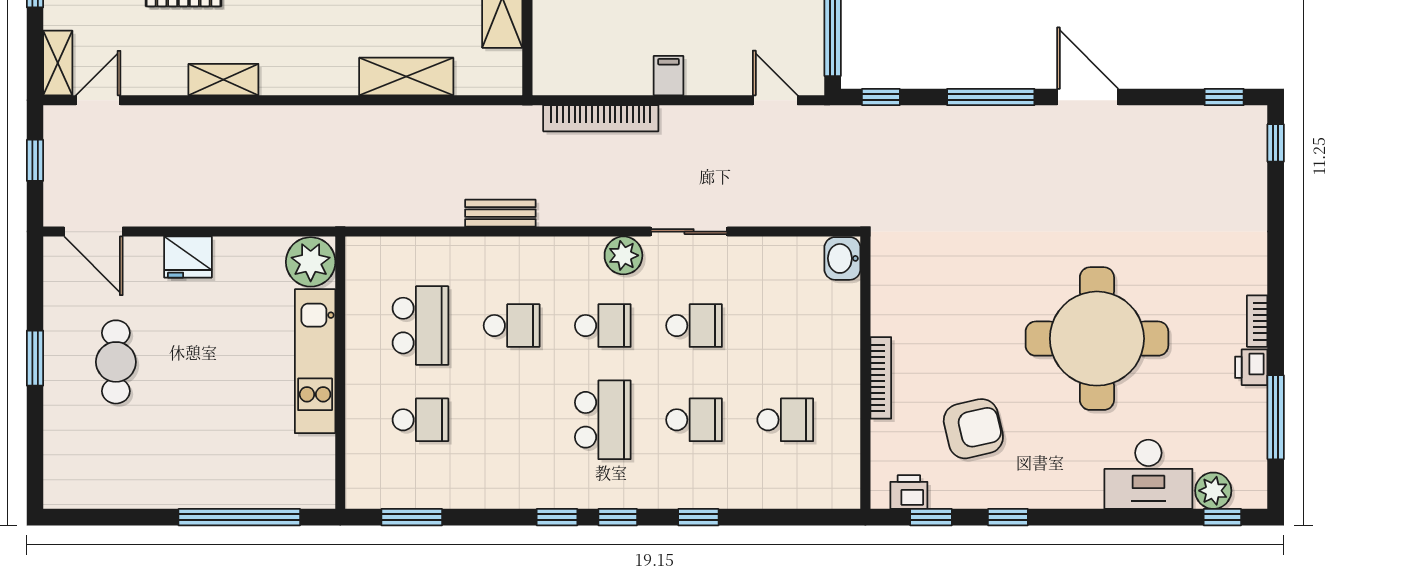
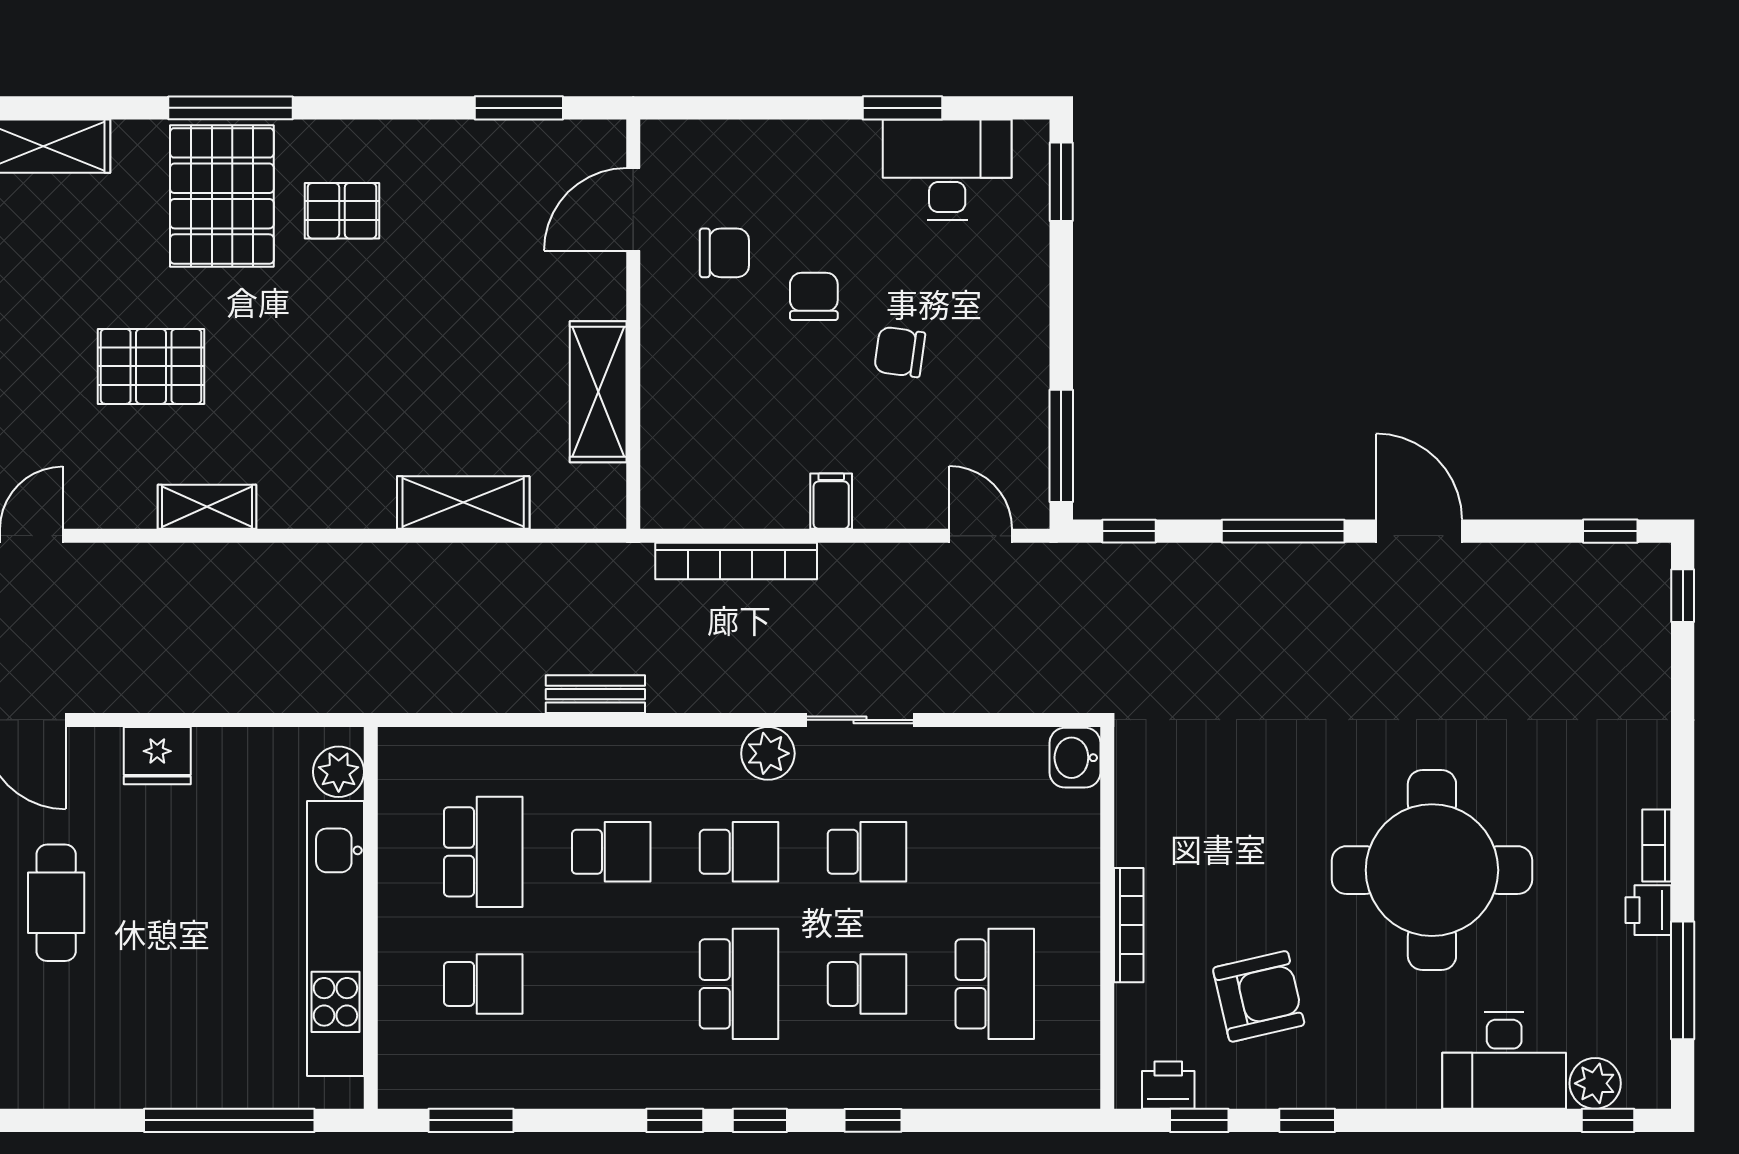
plant: (311, 262) -> (339, 772), width x0.73, depth x0.73
kitchen unit: (315, 361) -> (335, 938), width x1.36
school desk: (785, 420) -> (995, 984), width x1.85

